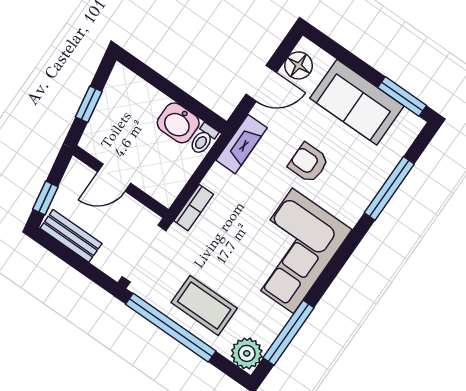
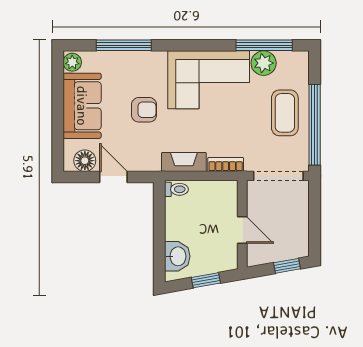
window: (402, 96) -> (58, 79), removed
washbasin: (178, 123) -> (177, 256), moved
plant: (409, 123) -> (72, 62), added
fireplace: (242, 144) -> (184, 162), moved
armchair: (308, 163) -> (144, 110), turned -90
bench: (71, 236) -> (300, 232), removed
plant: (247, 353) -> (264, 63), moved

